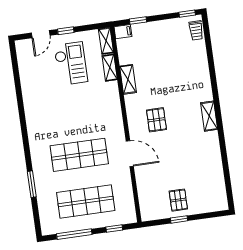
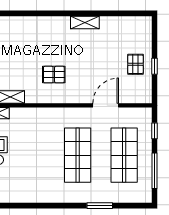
shelving: (209, 116) -> (85, 22), moved
door: (130, 154) -> (106, 105), moved
pallet: (178, 200) -> (135, 64), turned 90

